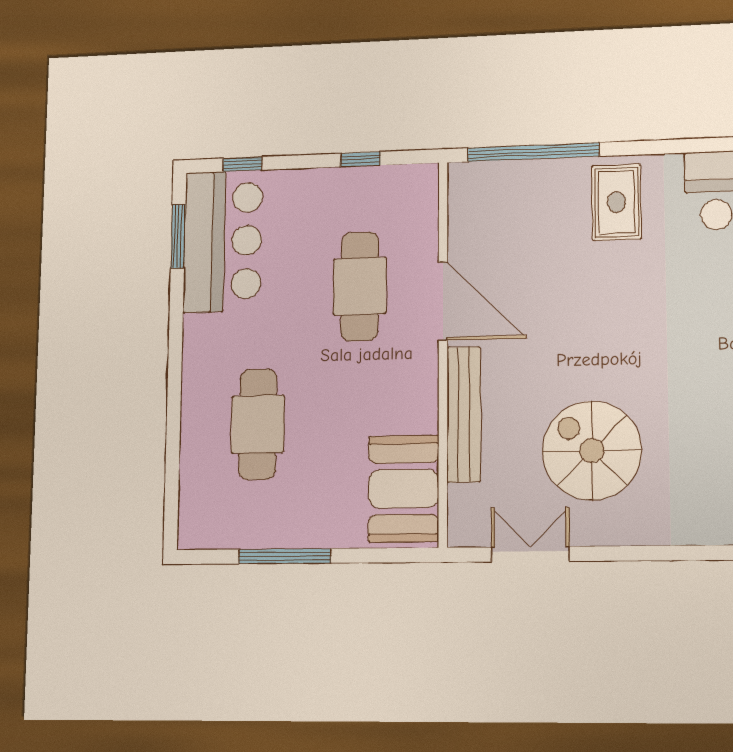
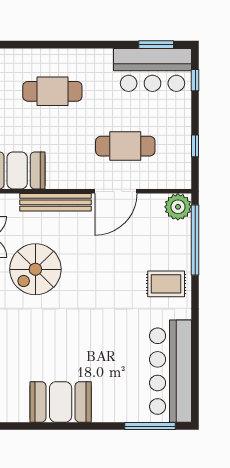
plant: (472, 186) -> (178, 207), added
spiral stairs: (592, 451) -> (35, 269), turned 180

